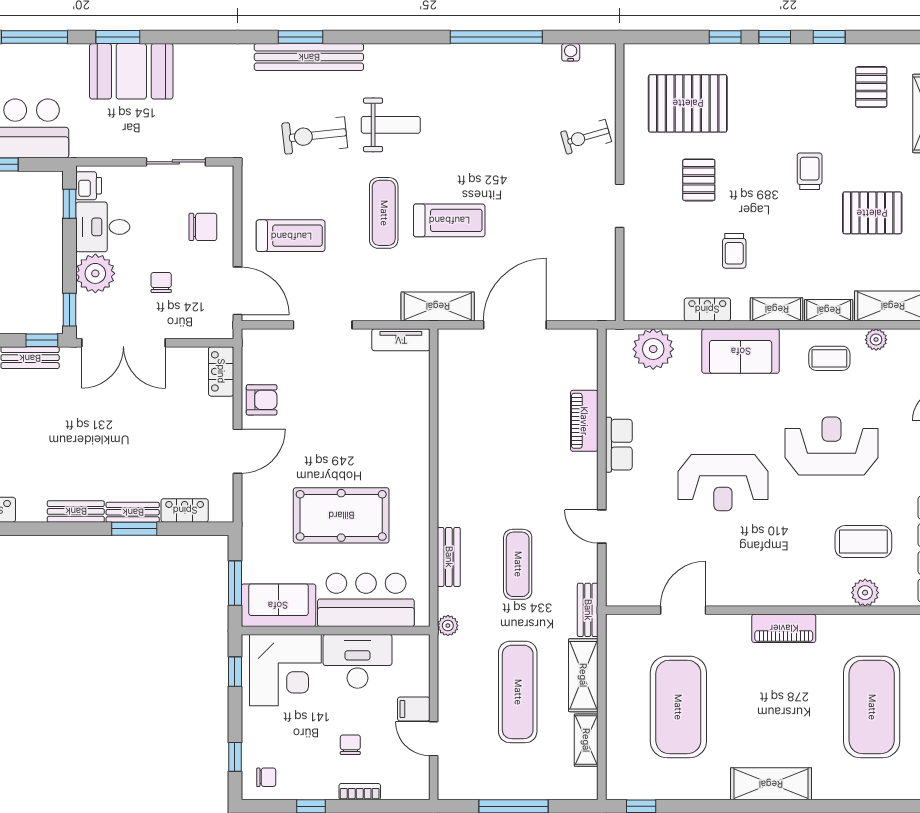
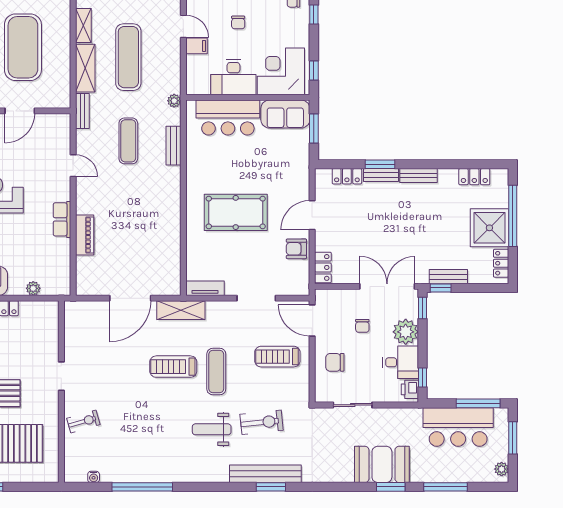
plant: (653, 349) -> (33, 288), width x0.53, depth x0.53
pool table: (341, 515) -> (236, 212), moved

